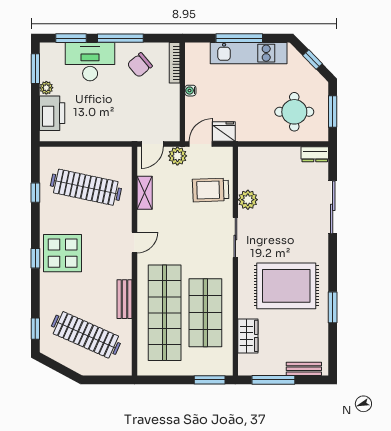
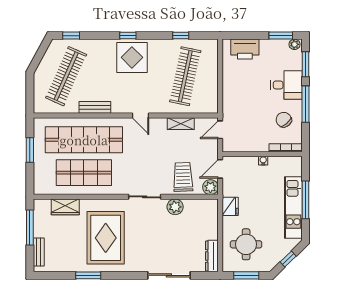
desk: (90, 62) -> (287, 85), width x0.73
plant: (46, 88) -> (295, 44), moved
fridge: (224, 132) -> (230, 206), moved
door: (152, 144) -> (220, 130), hinge flipped
door: (201, 144) -> (220, 169), swing flipped
dresser: (315, 154) -> (212, 256), width x1.44
plant: (177, 156) -> (210, 187), moved
window: (210, 380) -> (30, 150), moved

